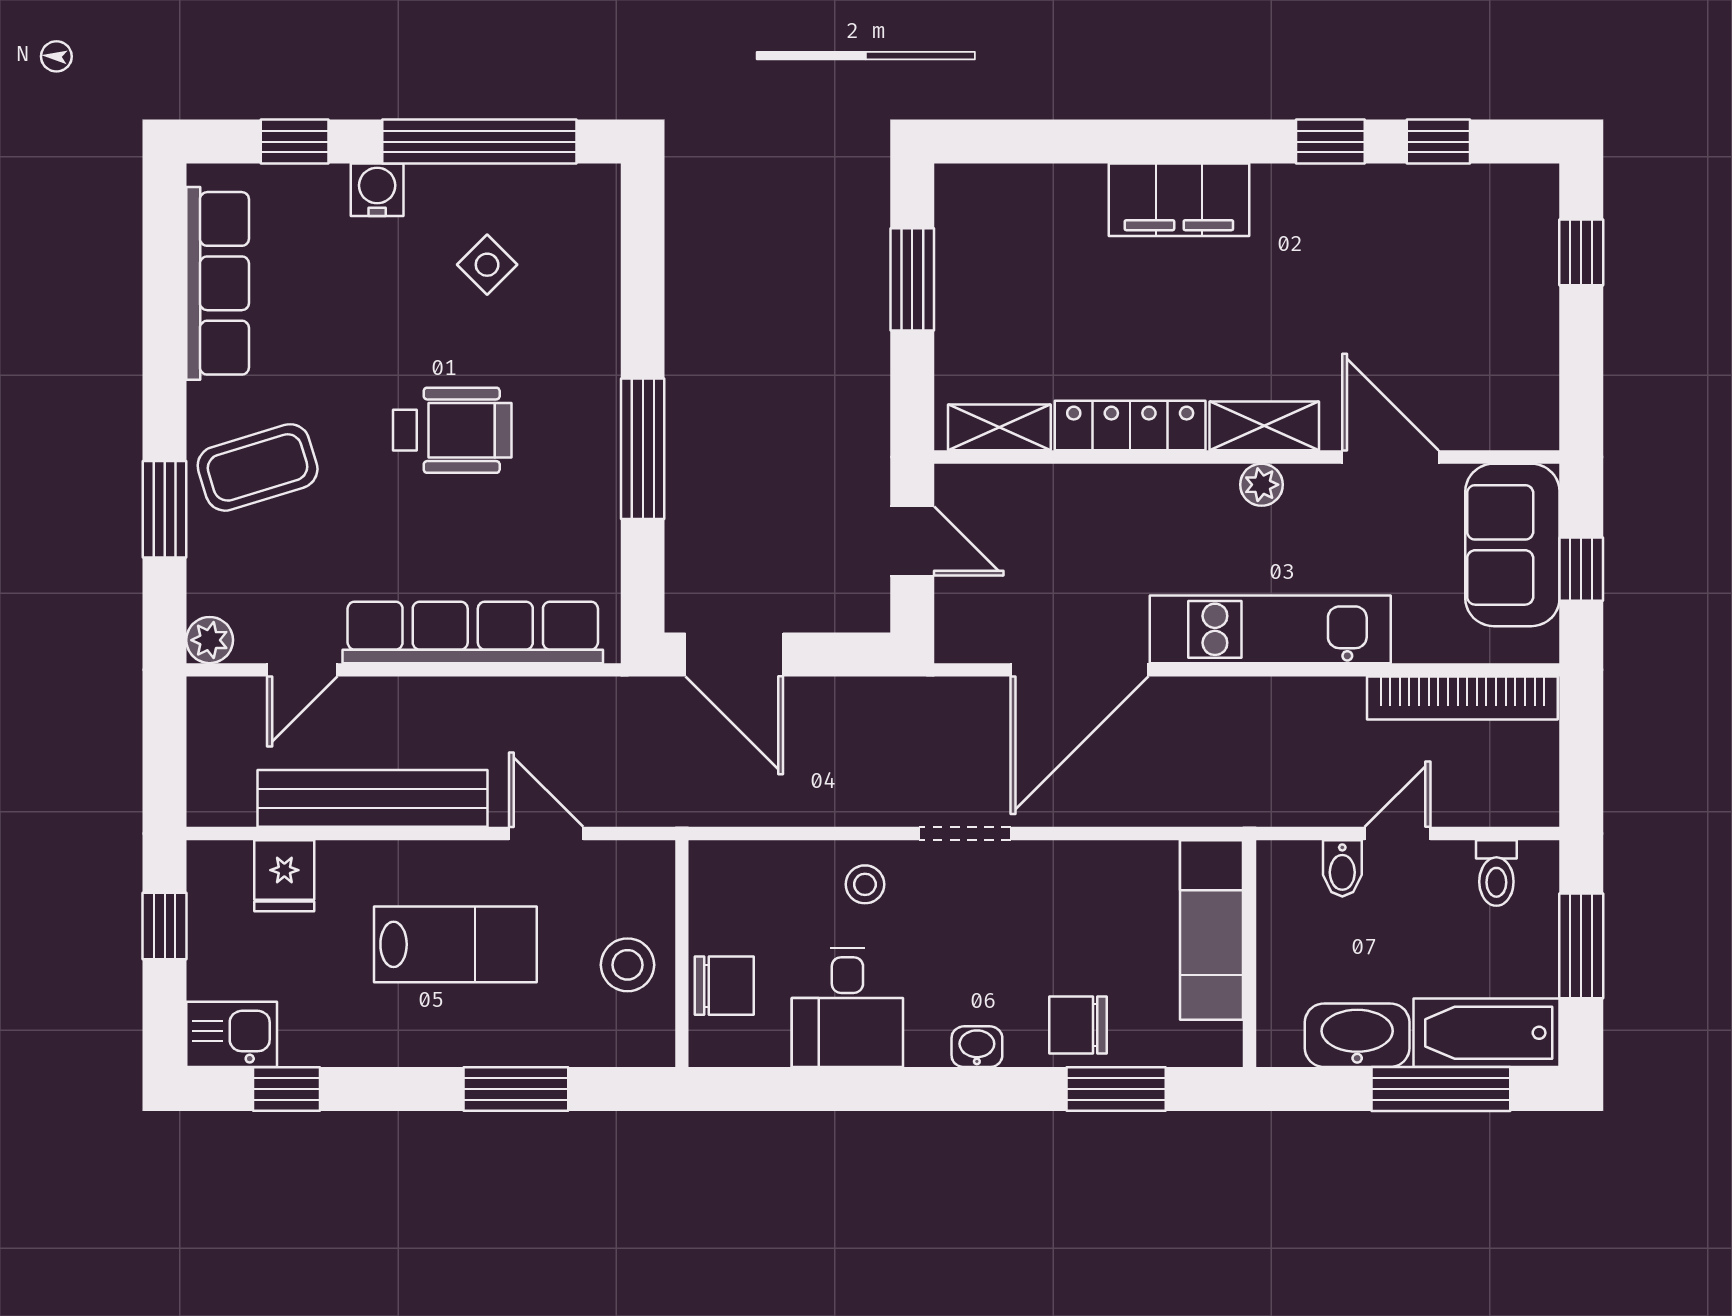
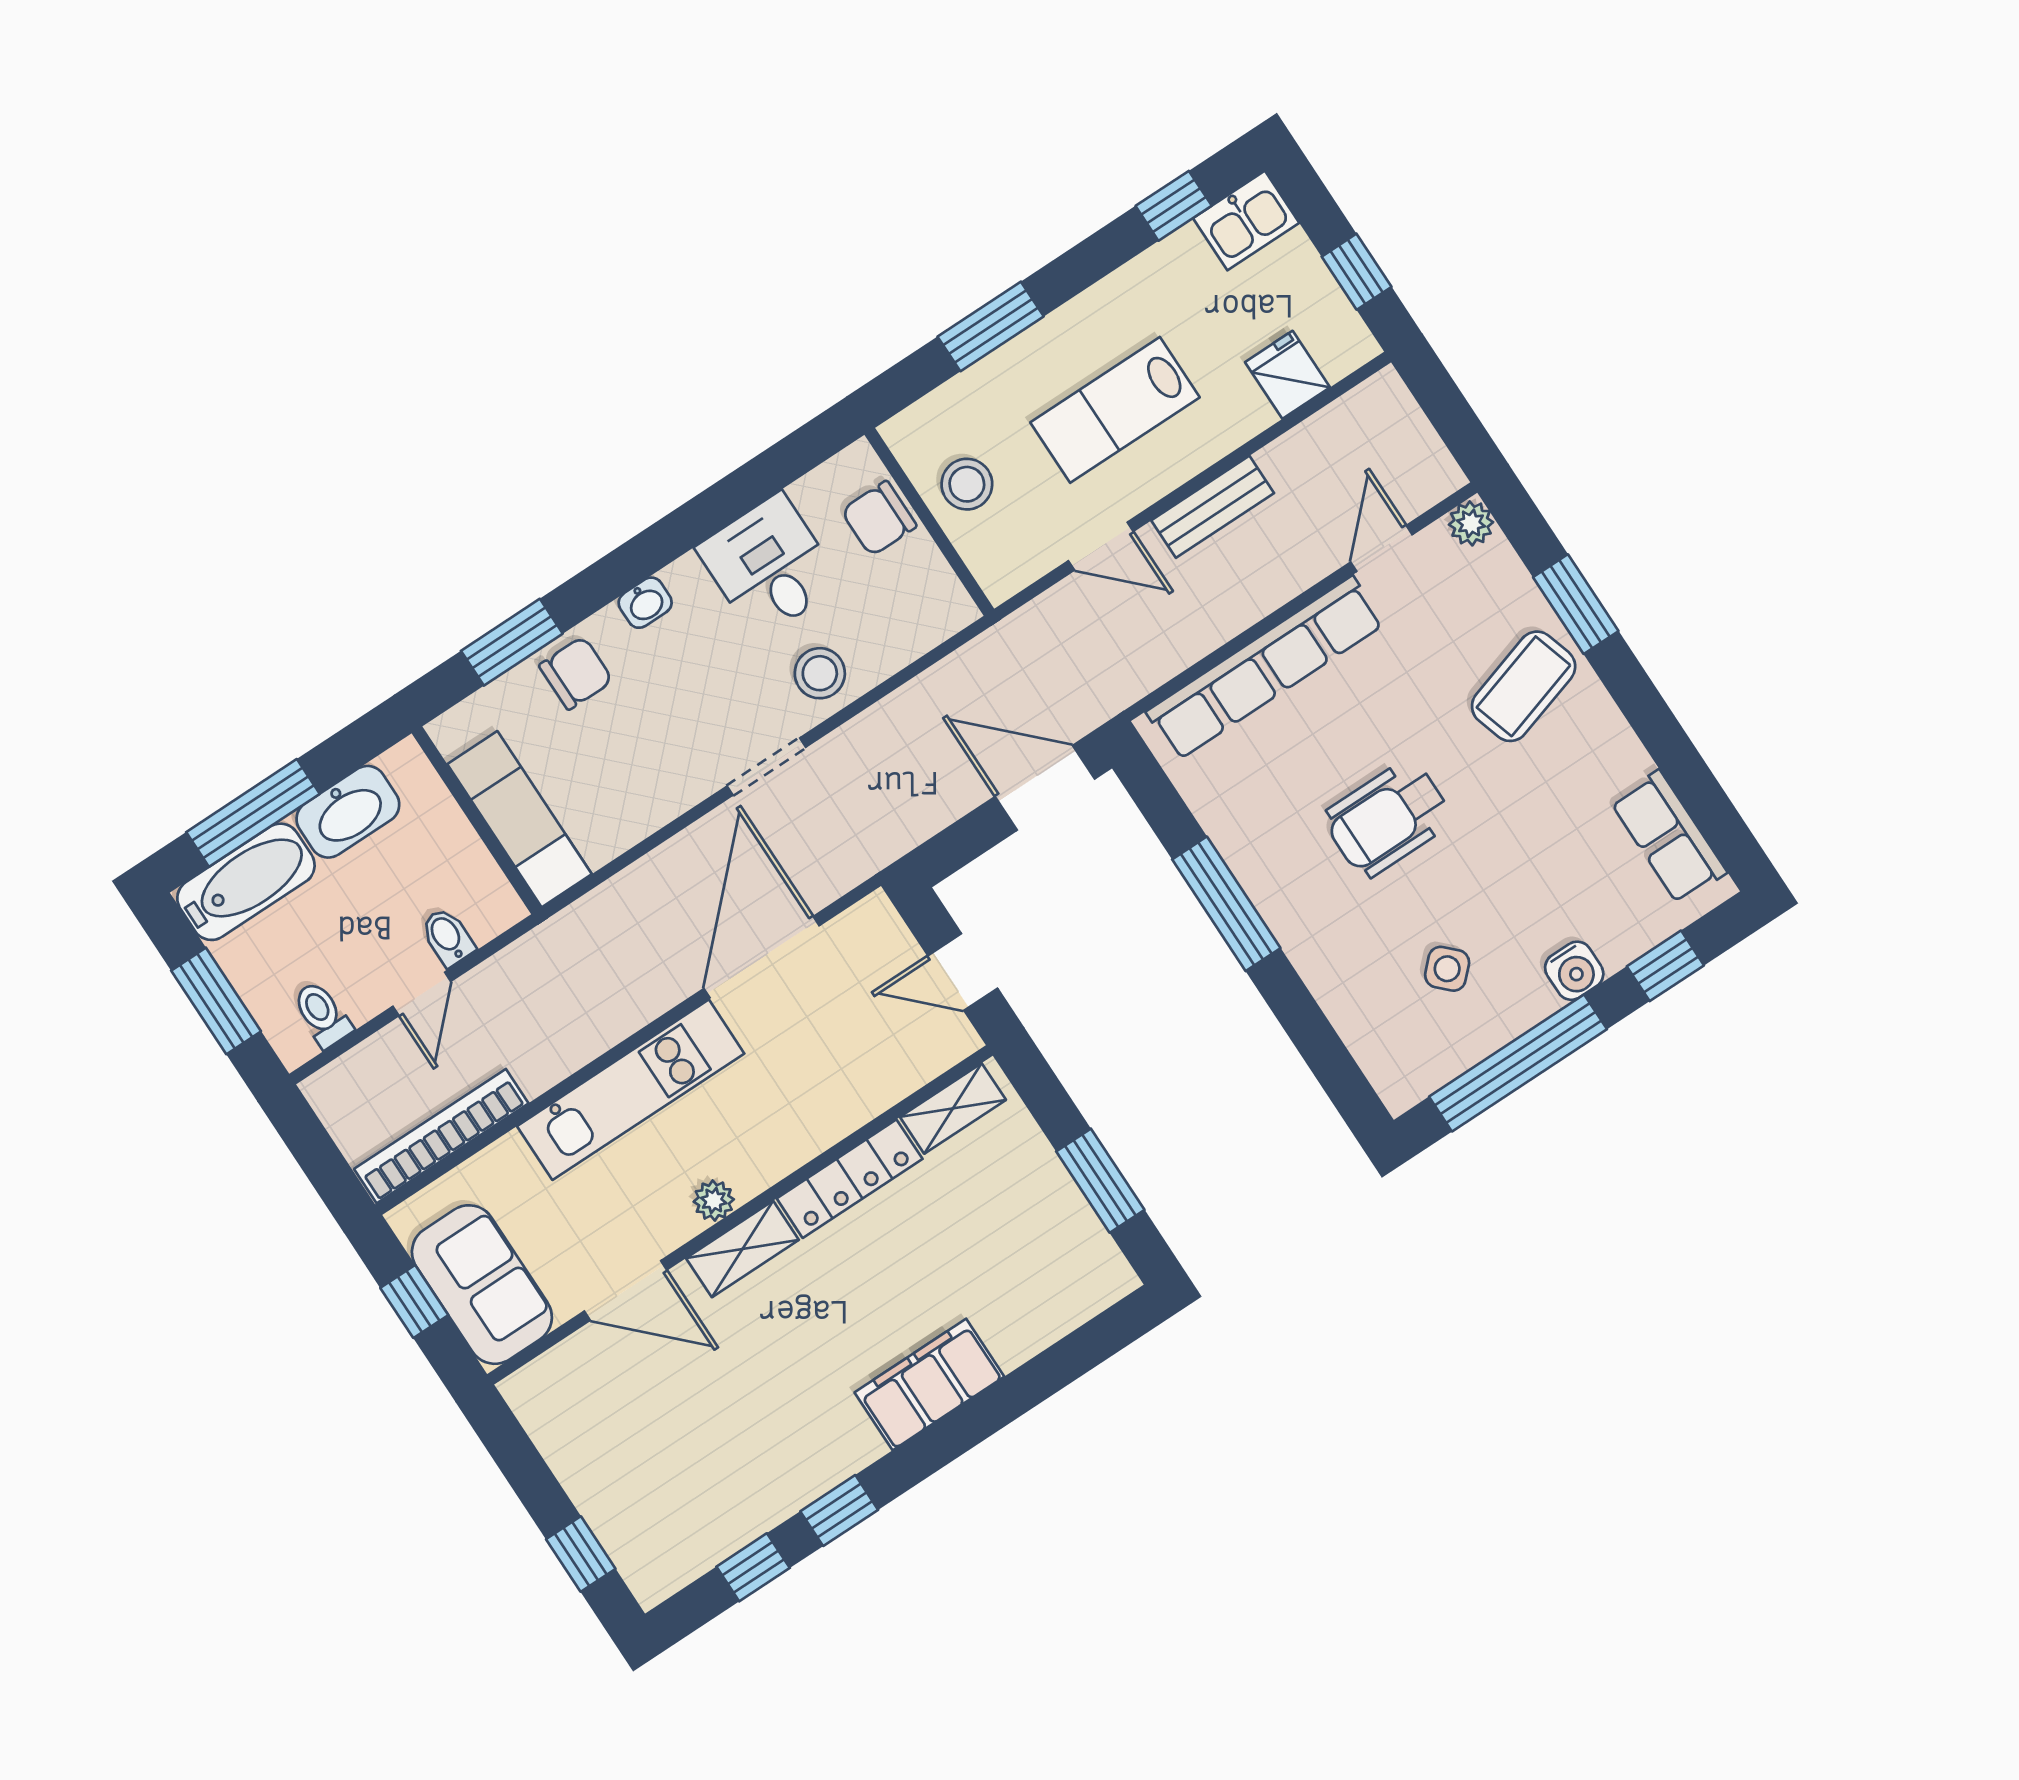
row of seats: (218, 283) -> (1669, 837), width x0.68
bench: (373, 798) -> (1213, 507), width x0.54, depth x0.82
stool: (865, 884) -> (820, 673), width x1.37, depth x1.37

